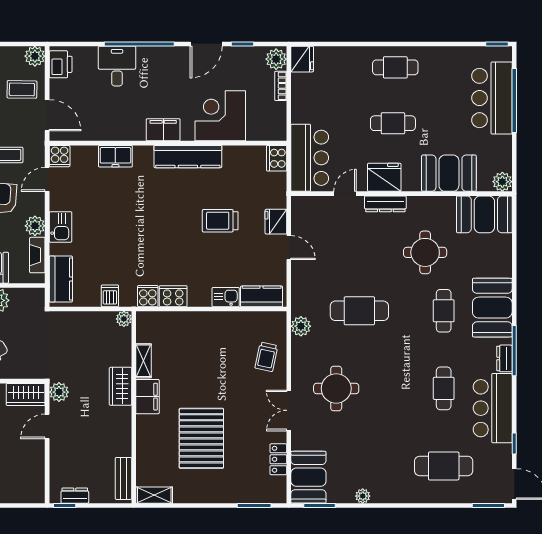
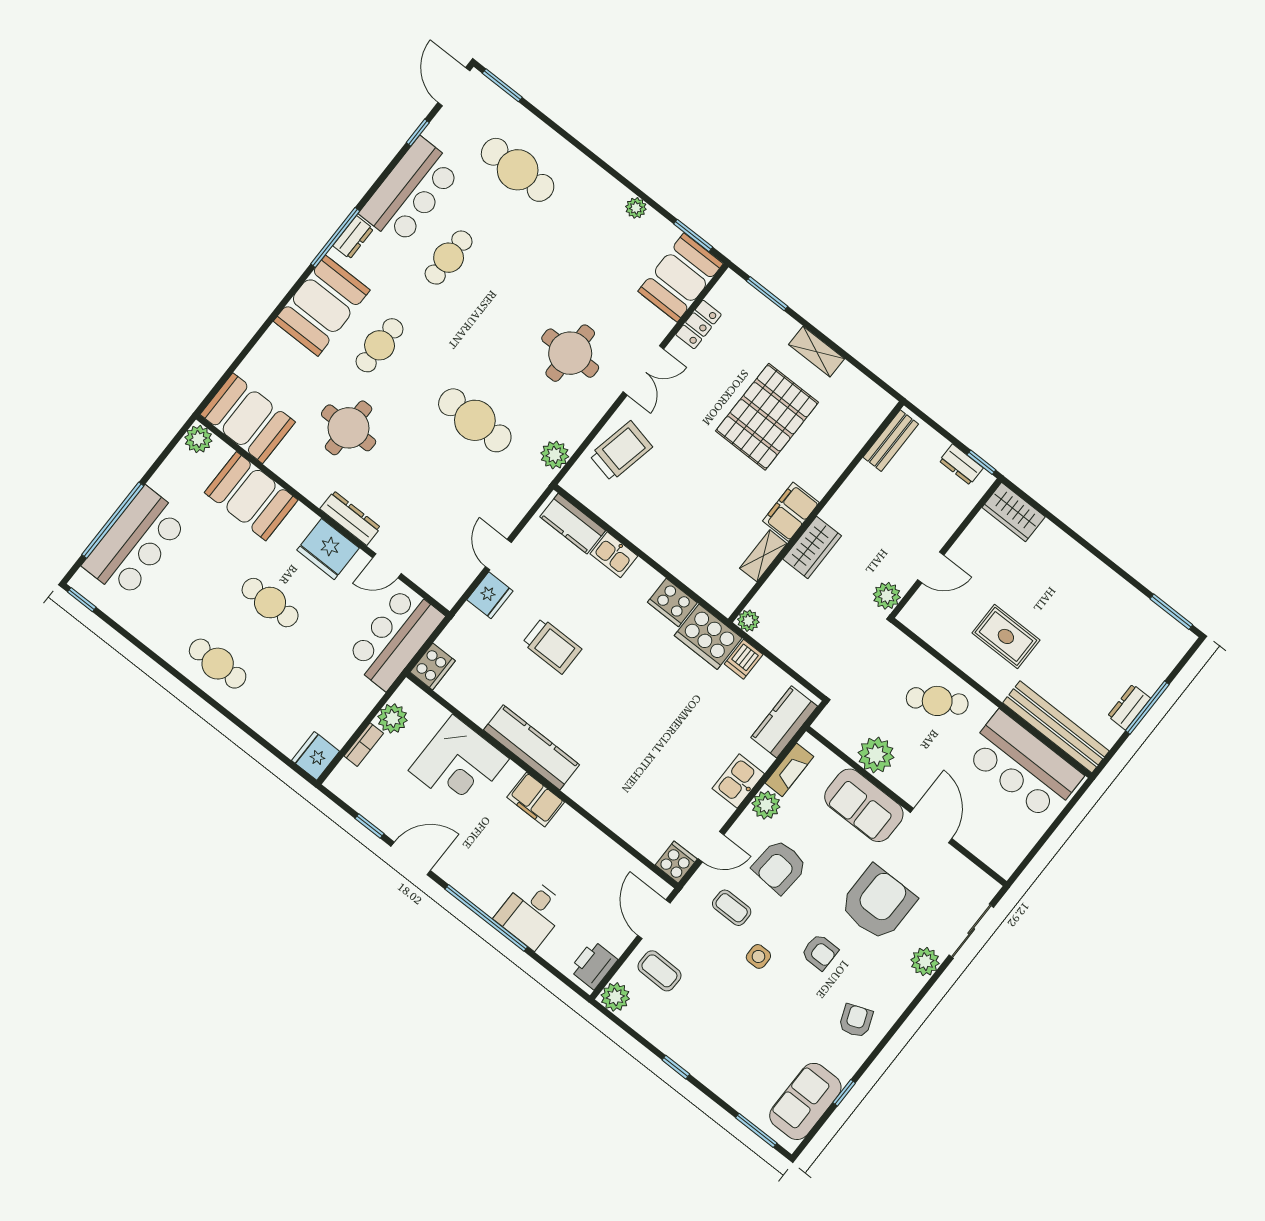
plant: (276, 59) -> (393, 718), moved
freezer: (115, 156) -> (613, 812), removed
cooker: (148, 296) -> (708, 637), width x1.87, depth x1.31
trolley: (266, 357) -> (621, 451), width x1.36, depth x1.39
wardrobe: (26, 394) -> (1014, 512), moved, turned 180
shelving: (154, 495) -> (817, 352), moved

